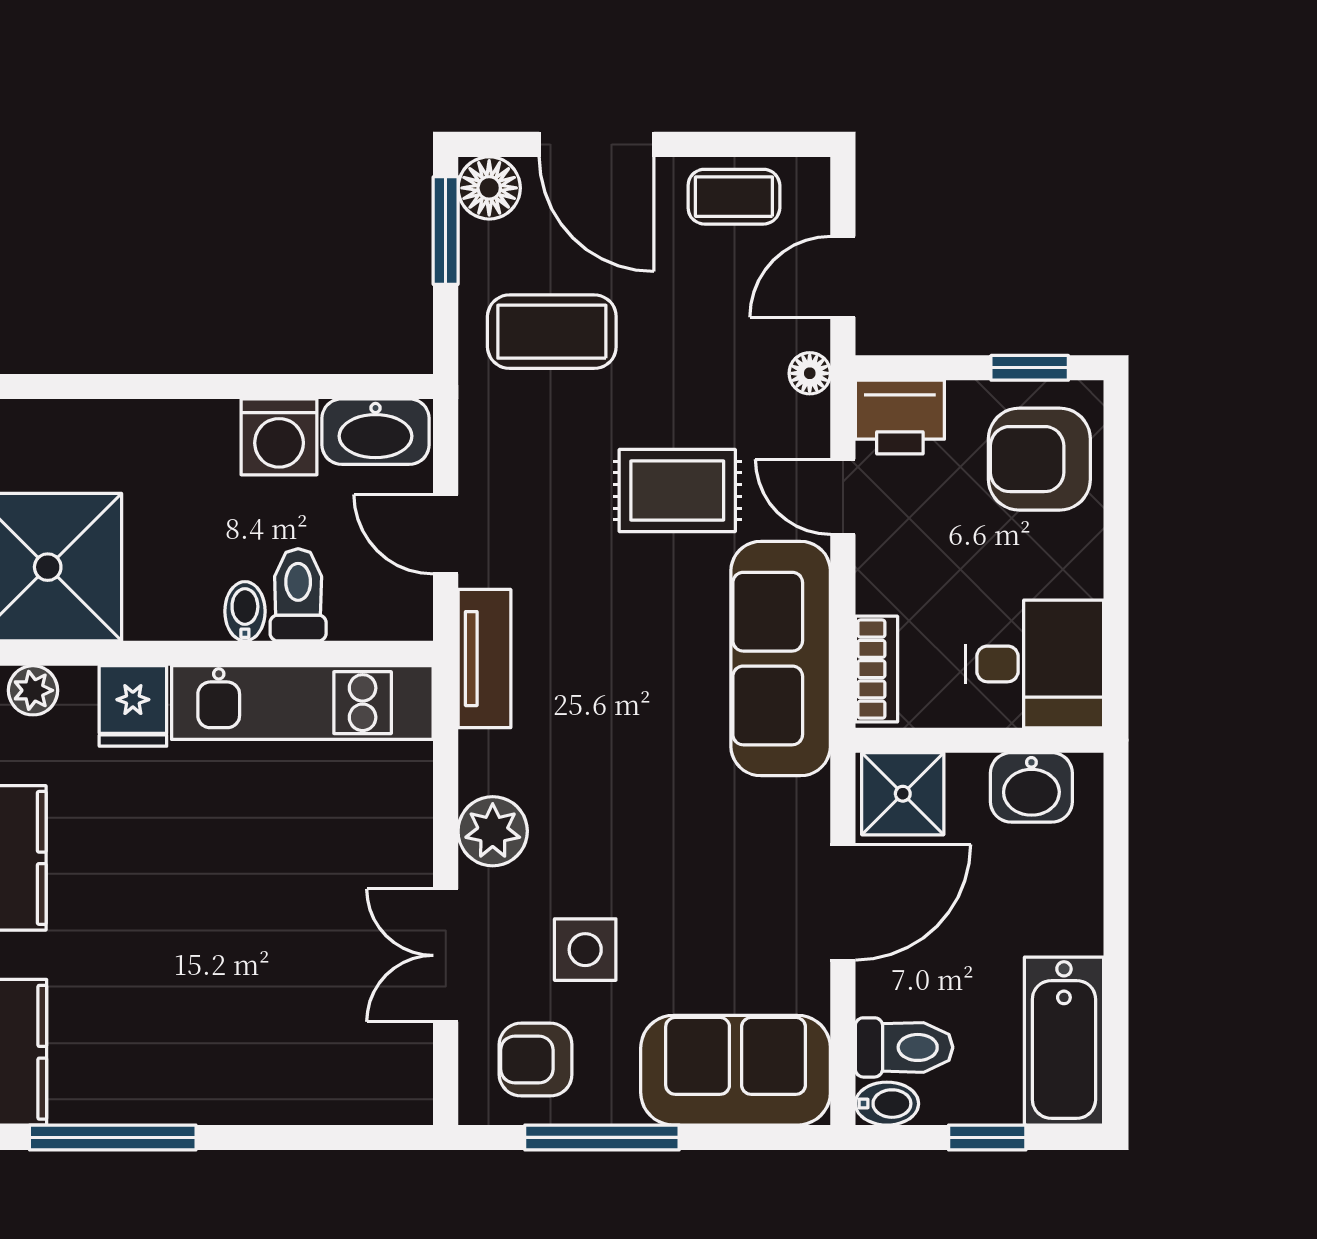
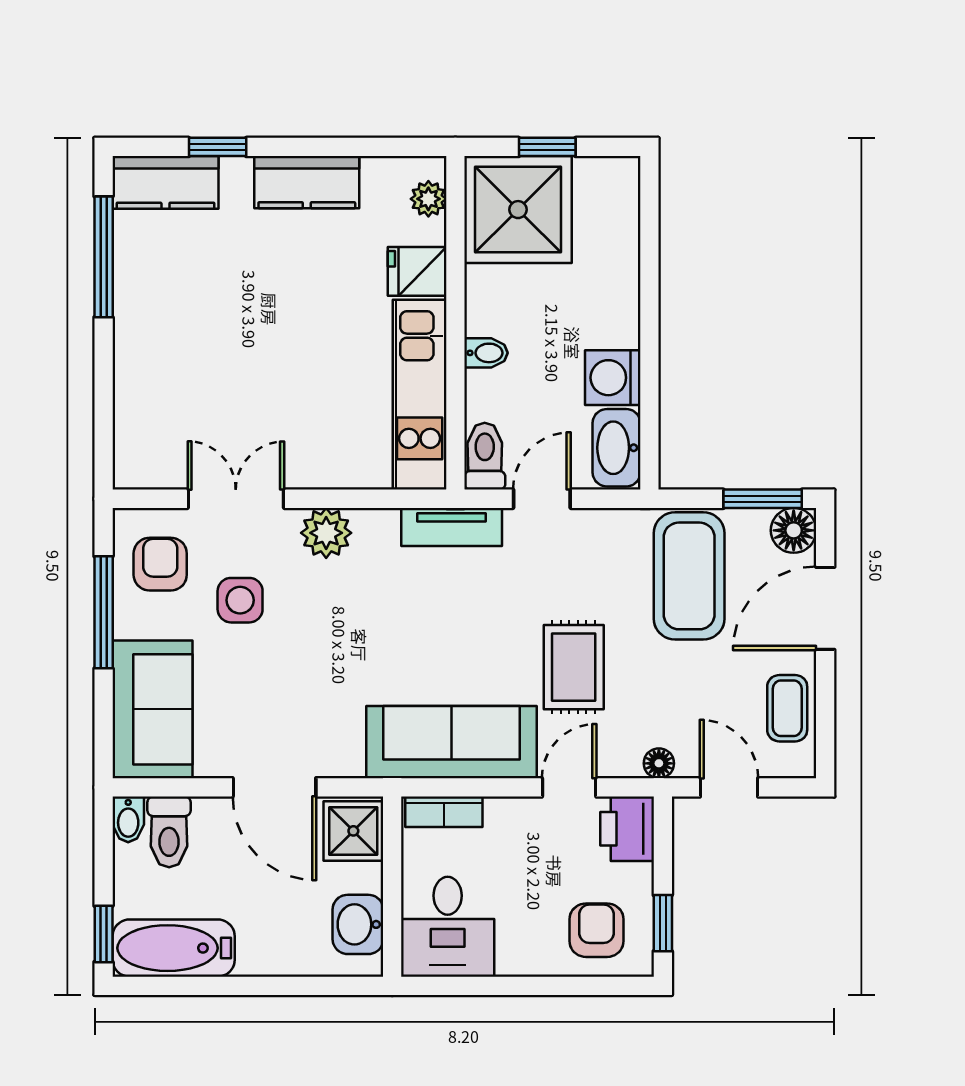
coffee table: (552, 332) -> (689, 576), width x1.36, depth x1.32
armchair: (1039, 459) -> (597, 930), width x0.72, depth x0.72
toilet: (298, 595) -> (485, 456), moved, turned -90
window: (987, 1137) -> (104, 934), moved

